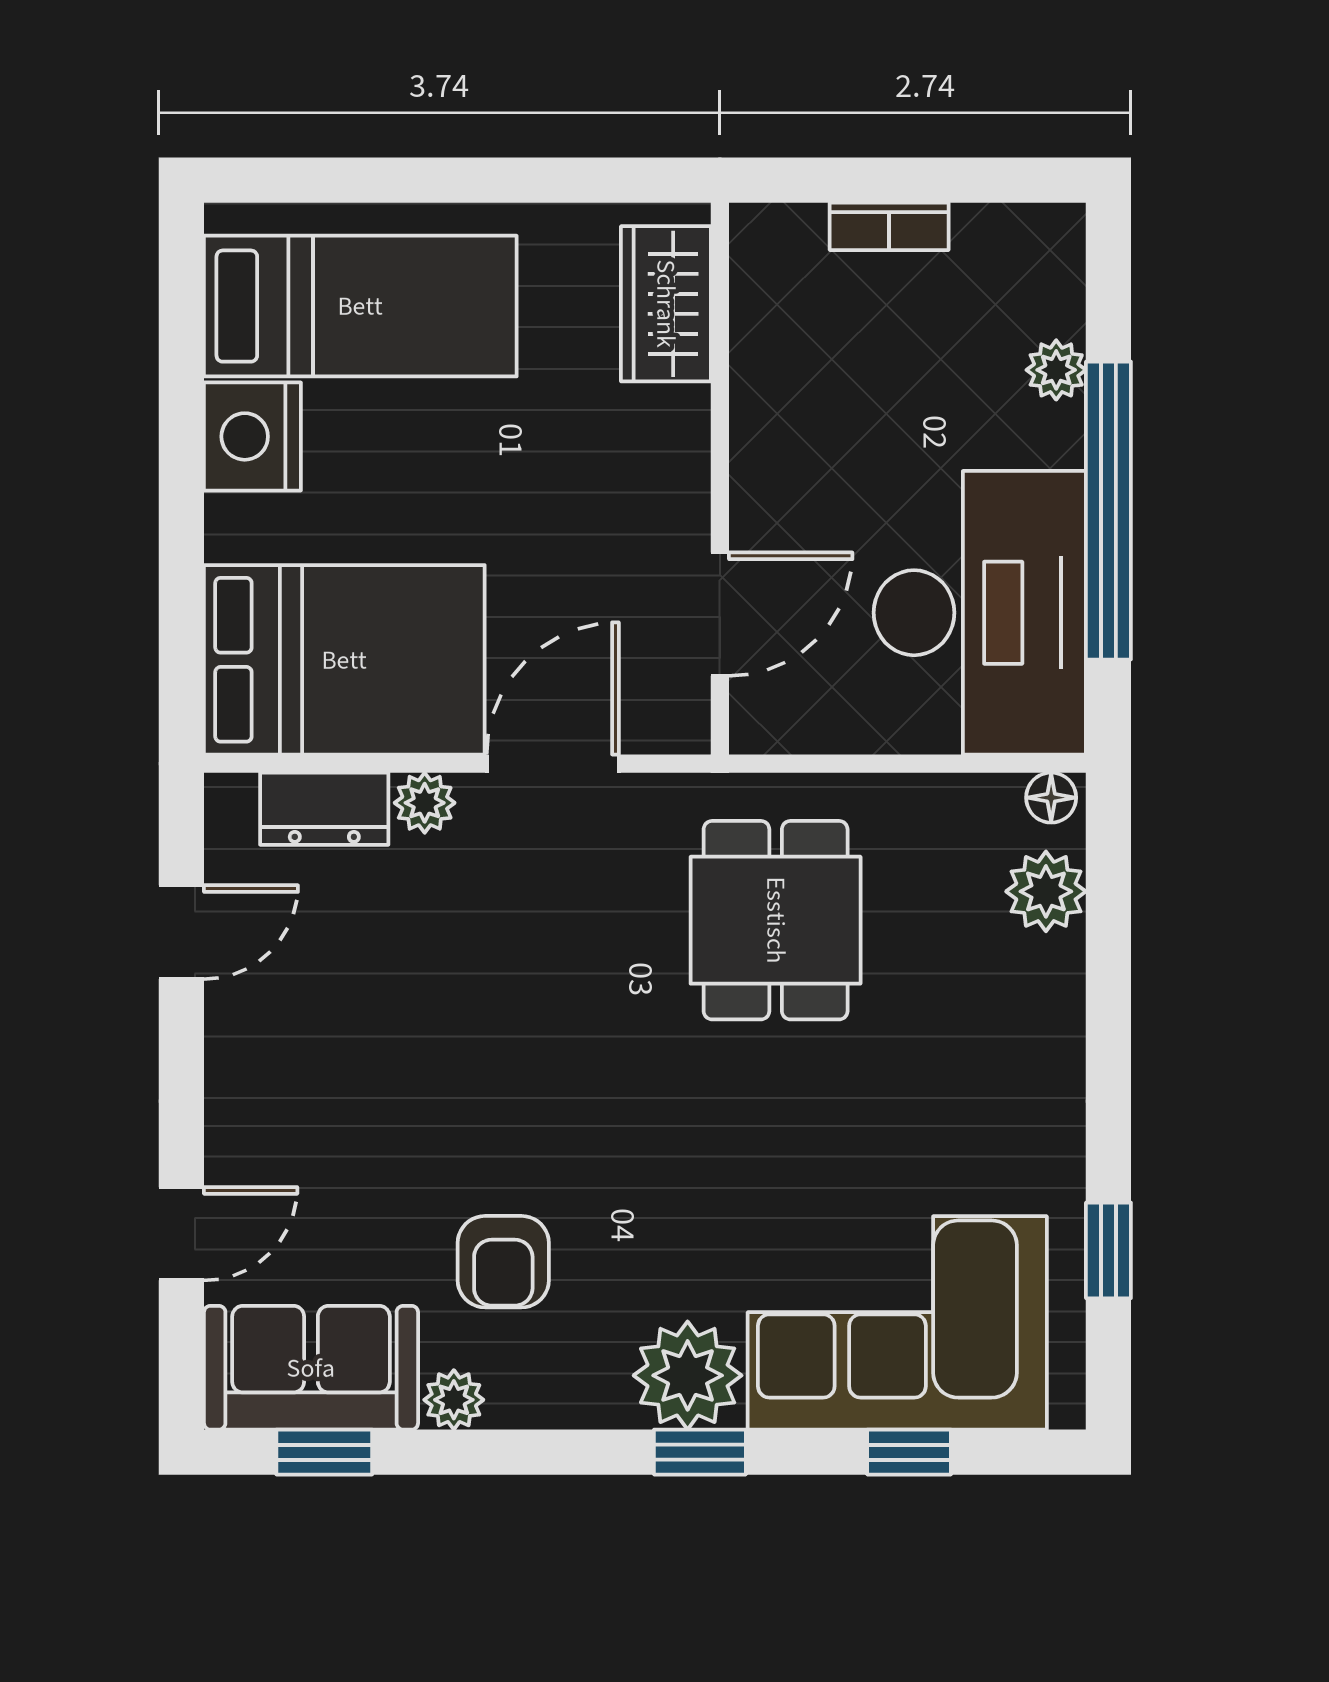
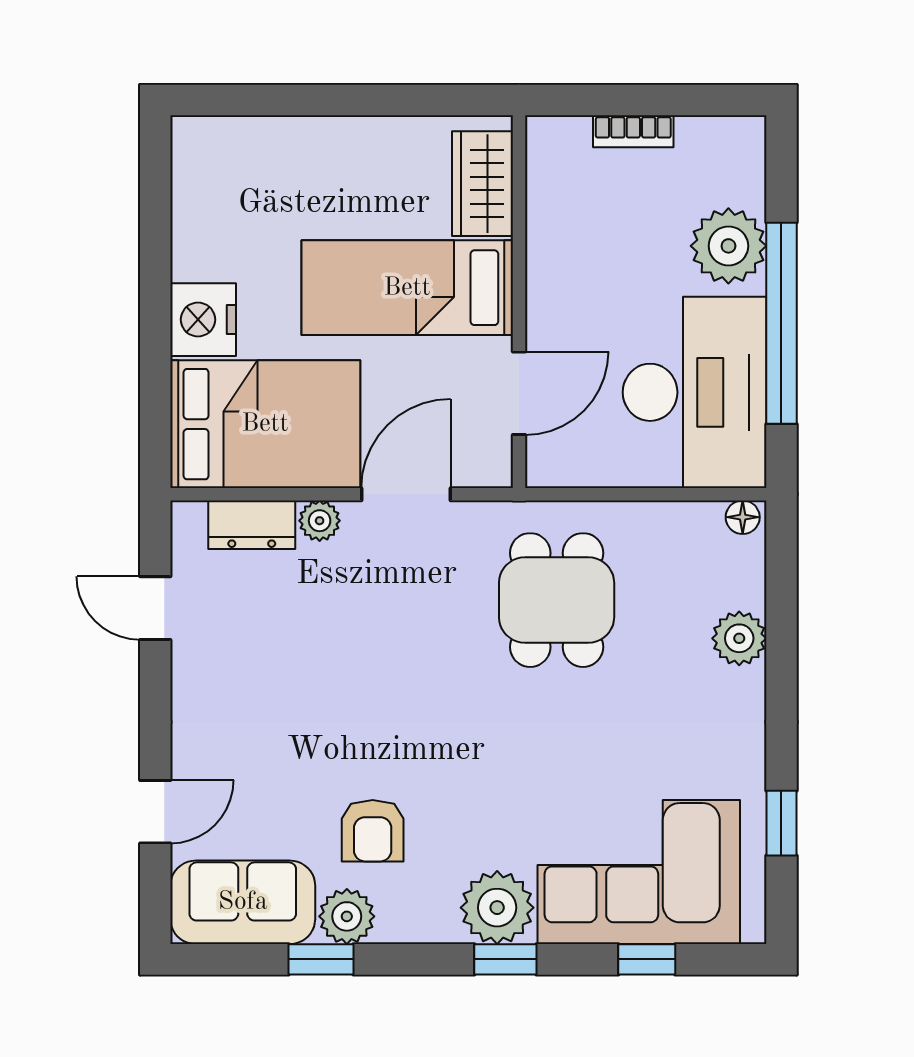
bed: (360, 306) -> (407, 288), moved, turned 180
plant: (1056, 370) -> (728, 246), width x1.88, depth x1.88
nightstand: (252, 436) -> (203, 320), moved
plant: (1046, 891) -> (739, 638), moved
door: (181, 932) -> (155, 608), swing flipped
plant: (454, 1400) -> (347, 916), width x1.38, depth x1.38
window: (324, 1452) -> (321, 959), moved

